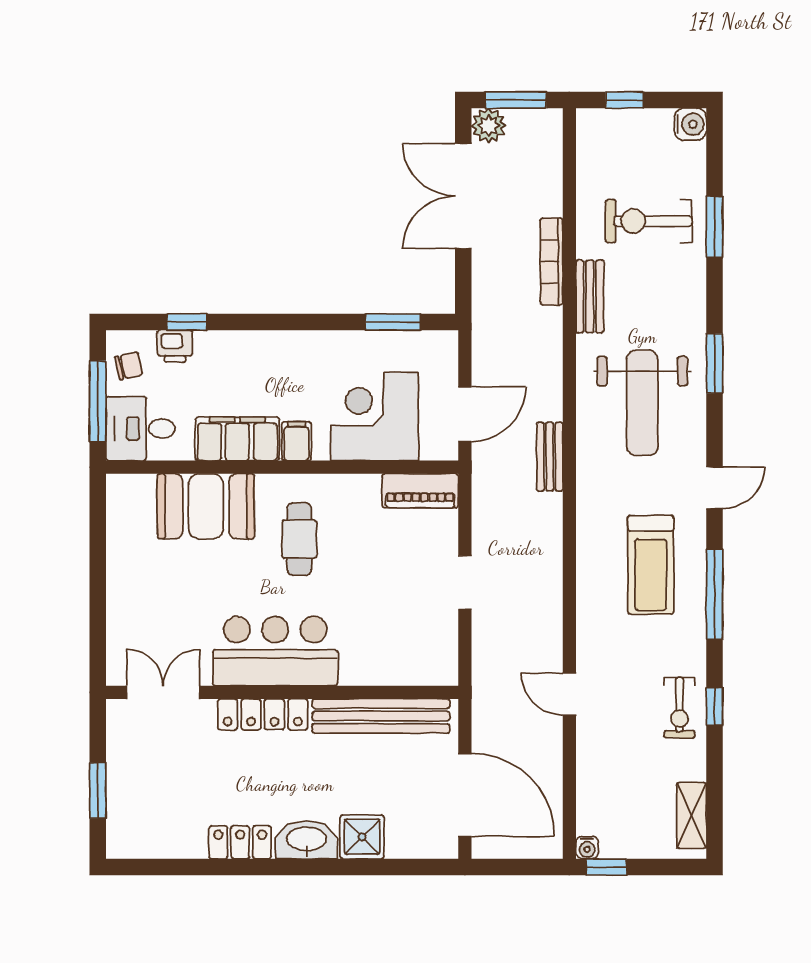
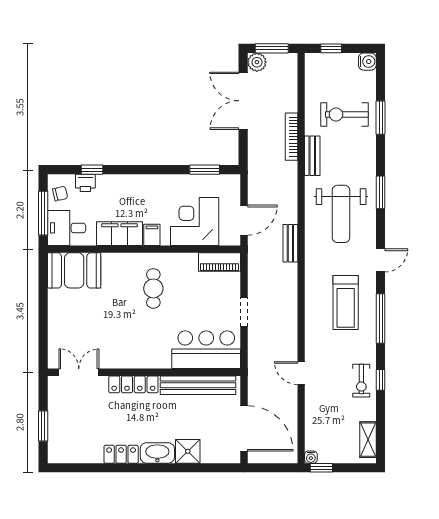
booth: (206, 506) -> (74, 270), moved
bar counter: (275, 651) -> (206, 350), moved

